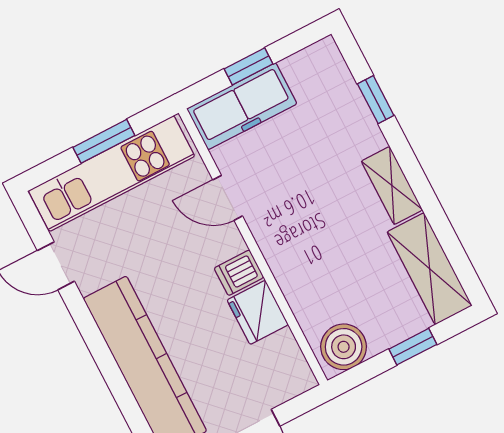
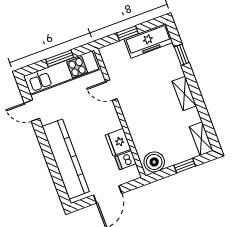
freezer: (242, 106) -> (148, 41), moved
shelving: (430, 269) -> (201, 139), width x0.67, depth x0.75
dishwasher: (239, 273) -> (126, 160), moved

